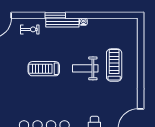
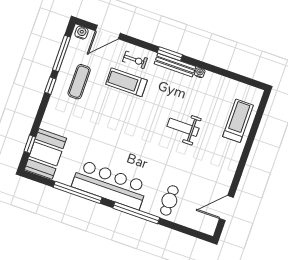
treadmill: (114, 65) -> (238, 121), moved
treadmill: (44, 69) -> (127, 82), moved

